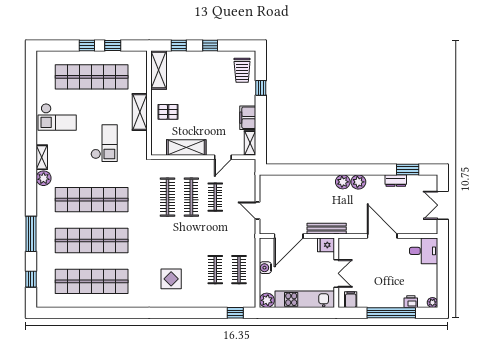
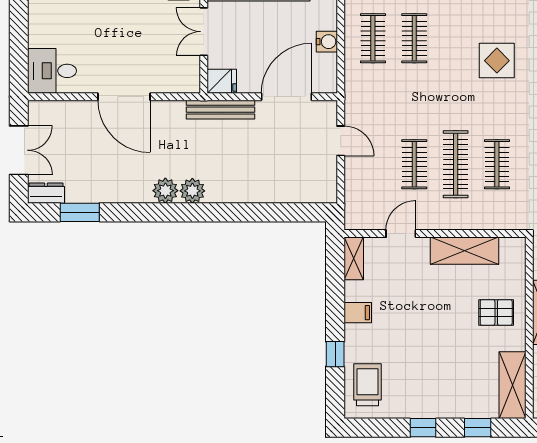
filing cabinet: (248, 118) -> (358, 313), width x0.50
dresser: (396, 181) -> (46, 193), moved
clothes rail: (168, 197) -> (497, 164), width x0.73
display table: (171, 279) -> (497, 61), moved

